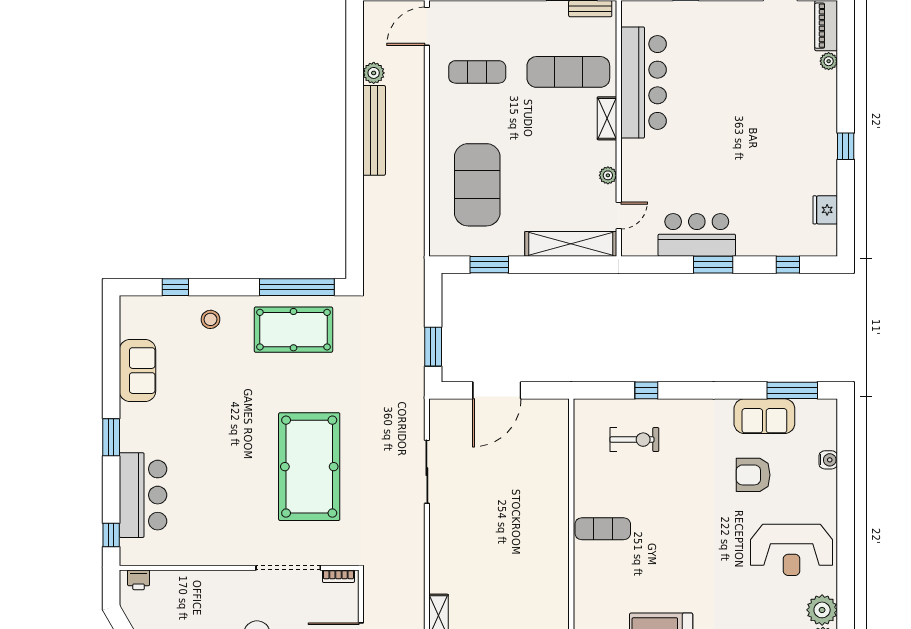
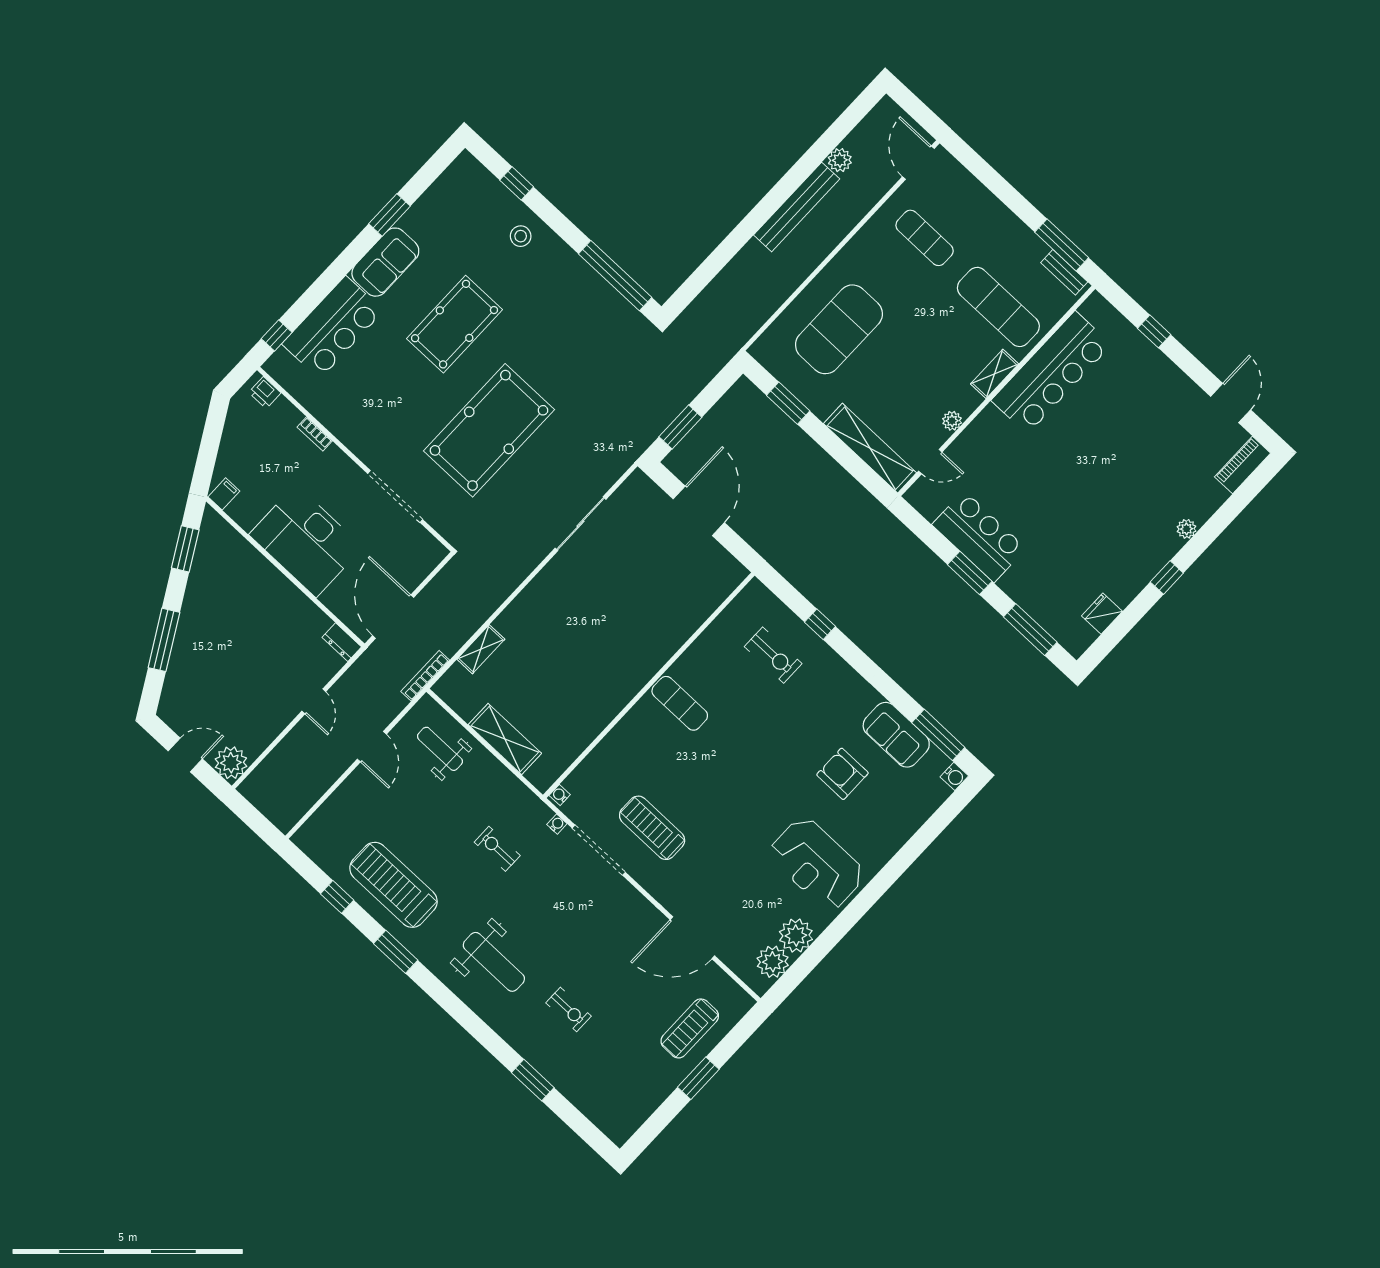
door: (427, 26) -> (918, 163), hinge flipped
plant: (829, 61) -> (1187, 529), moved
window: (788, 265) -> (1030, 630), width x2.17
pool table: (293, 330) -> (455, 324), moved, turned 90
sofa: (138, 371) -> (385, 262), moved
door: (497, 390) -> (699, 511), swing flipped
window: (111, 437) -> (389, 215), moved
water cooler: (828, 460) -> (954, 776), moved
bookcase: (338, 576) -> (315, 434), moved

